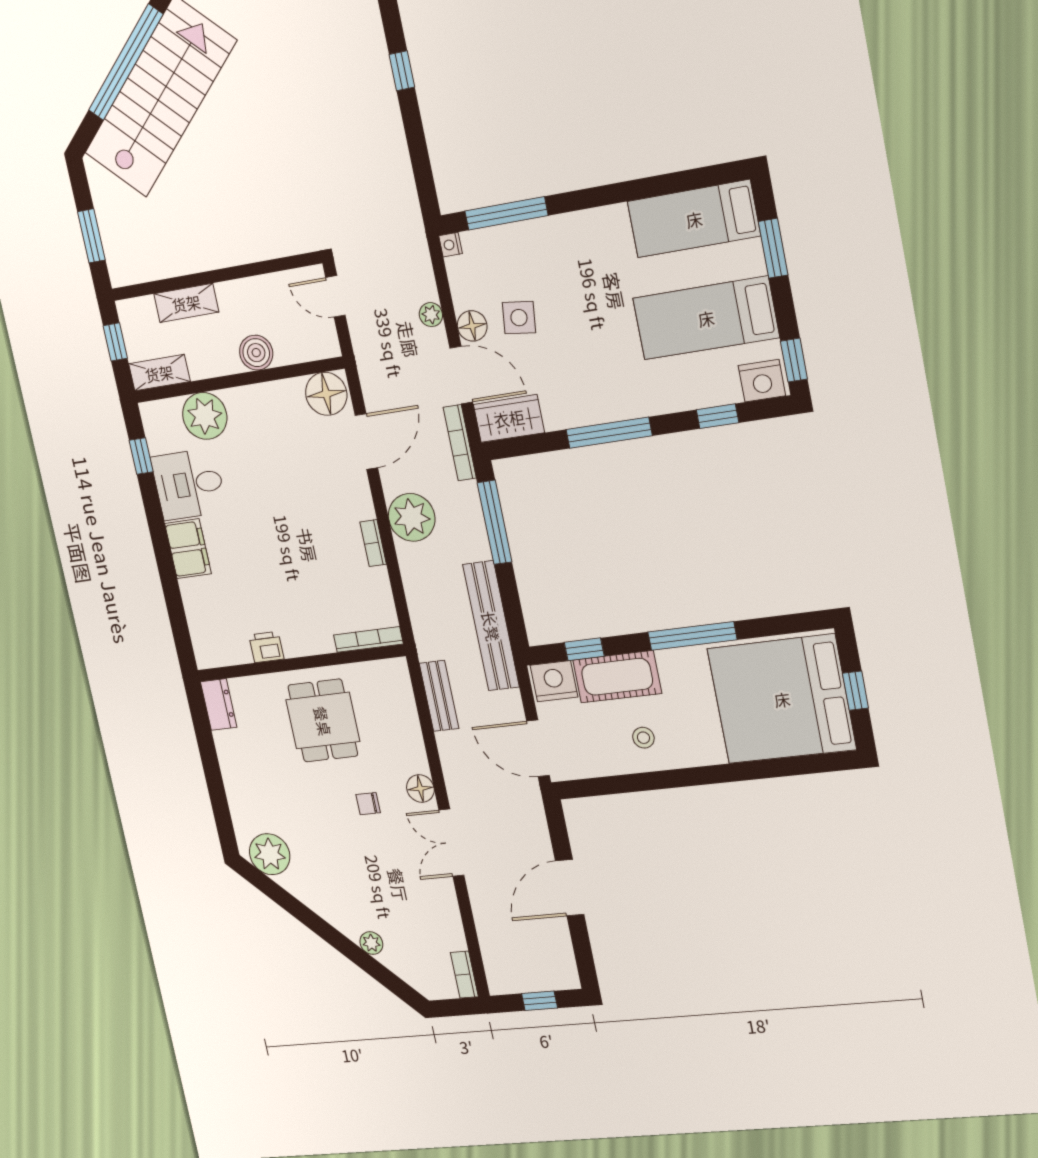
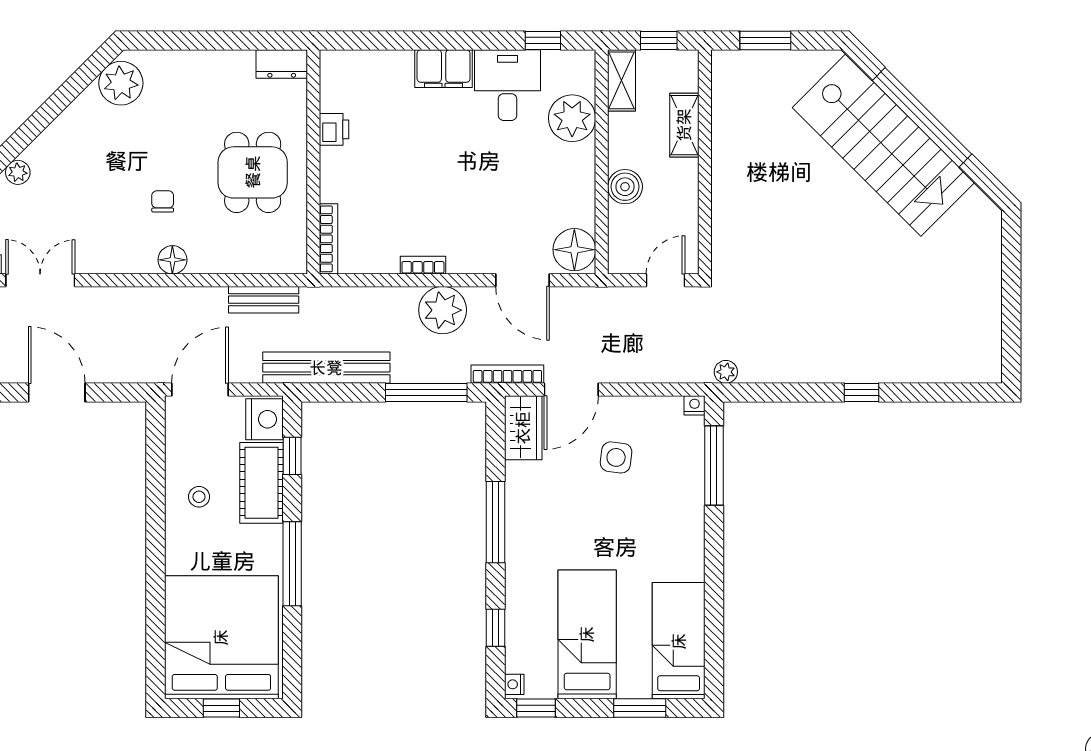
plant: (431, 315) -> (726, 372), moved
floor lamp: (472, 326) -> (616, 410), removed
nightstand: (762, 381) -> (514, 684), width x0.53, depth x0.56
dining table: (323, 721) -> (253, 172), turned 90
double door: (451, 843) -> (40, 280), moved

